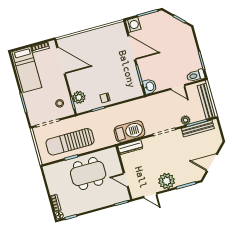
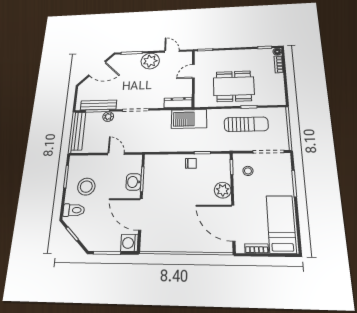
stool: (182, 57) -> (86, 187), added
toilet: (196, 76) -> (74, 210), moved
washbasin: (150, 86) -> (134, 182), moved
door: (178, 87) -> (116, 154), moved
plant: (79, 97) -> (223, 190), moved
barbecue: (129, 132) -> (189, 119), moved
sun lounger: (70, 142) -> (246, 124), width x0.73, depth x0.75
door: (126, 180) -> (193, 71), swing flipped

